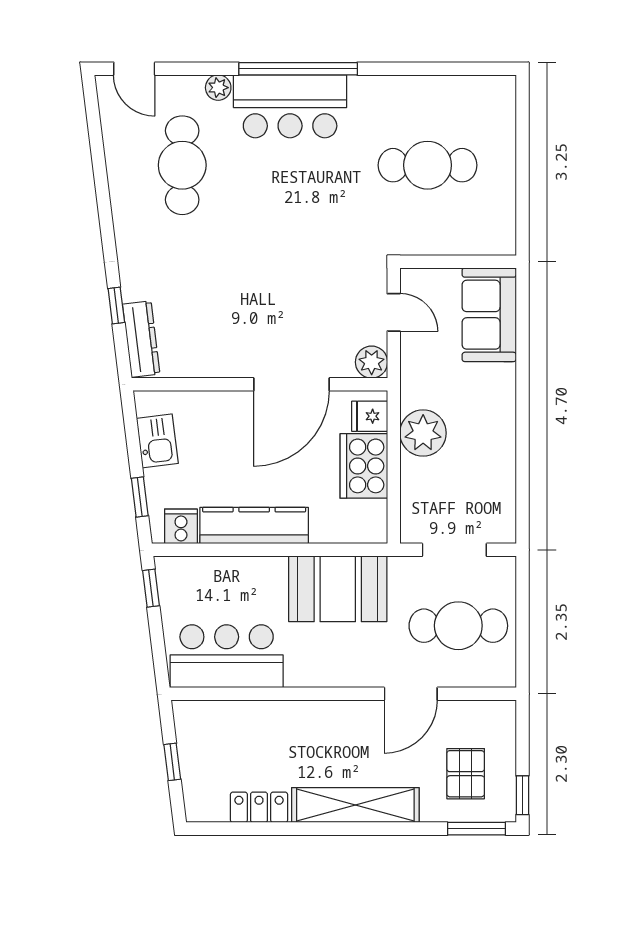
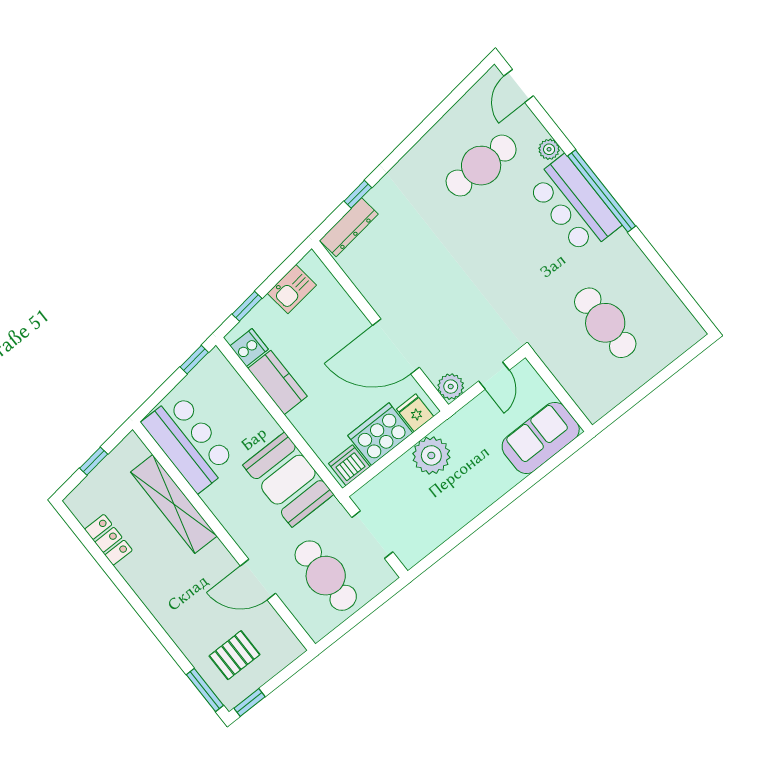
dishwasher: (370, 519) -> (349, 465), added
kitchen counter: (254, 526) -> (277, 382), width x0.67
shelving: (355, 805) -> (174, 504), moved

